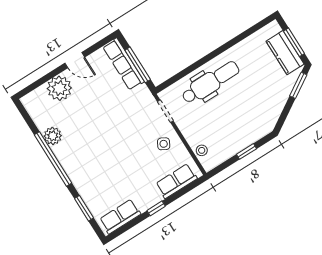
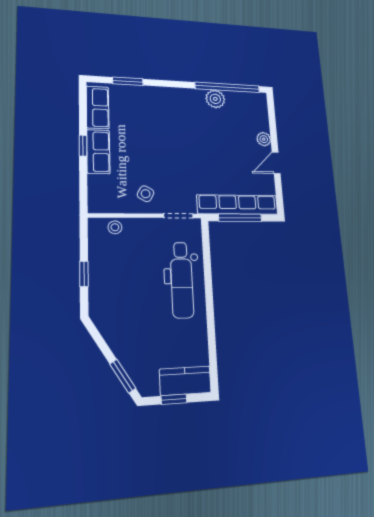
window: (294, 42) -> (174, 399), width x0.67
kitchen counter: (285, 53) -> (185, 381), moved
row of seats: (123, 64) -> (238, 205), width x1.36
plant: (59, 88) -> (264, 139), width x0.53, depth x0.53
window: (53, 159) -> (227, 87), moved
row of seats: (176, 181) -> (98, 152), moved

